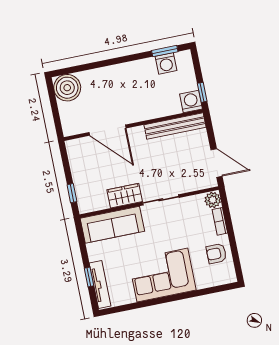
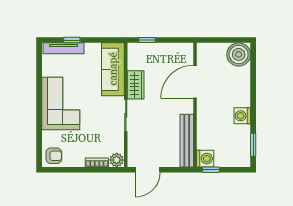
washing machine: (166, 63) -> (242, 116), moved
armchair: (216, 254) -> (54, 156), moved, turned 90

